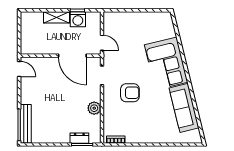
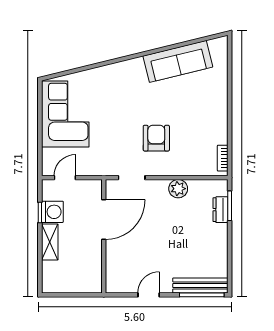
door: (102, 43) -> (65, 178), moved
corner sofa: (166, 64) -> (65, 114), moved, turned -76
door: (19, 69) -> (149, 295), moved

